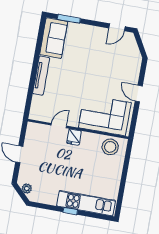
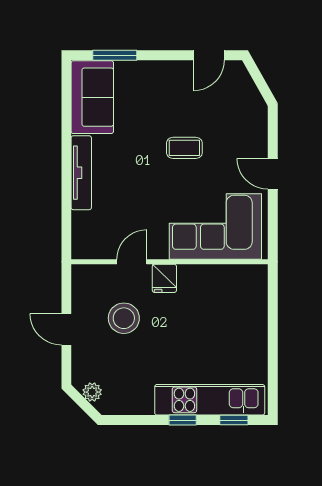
coffee table: (96, 72) -> (184, 148), added
stool: (110, 147) -> (124, 318), moved
window: (97, 216) -> (234, 420), added

